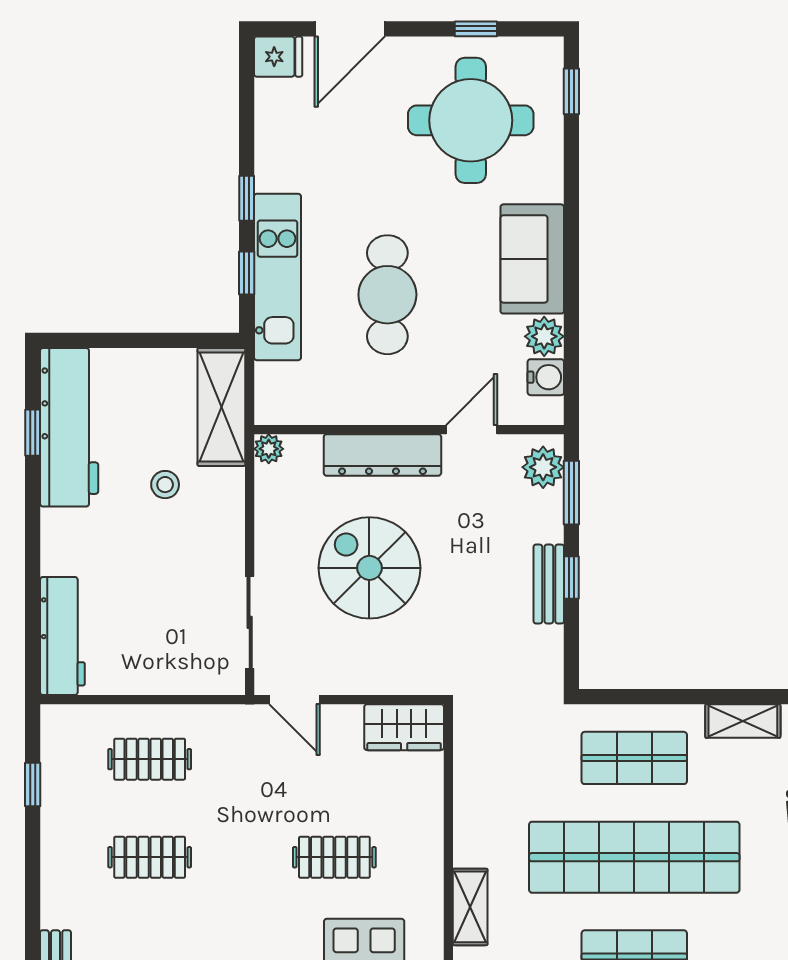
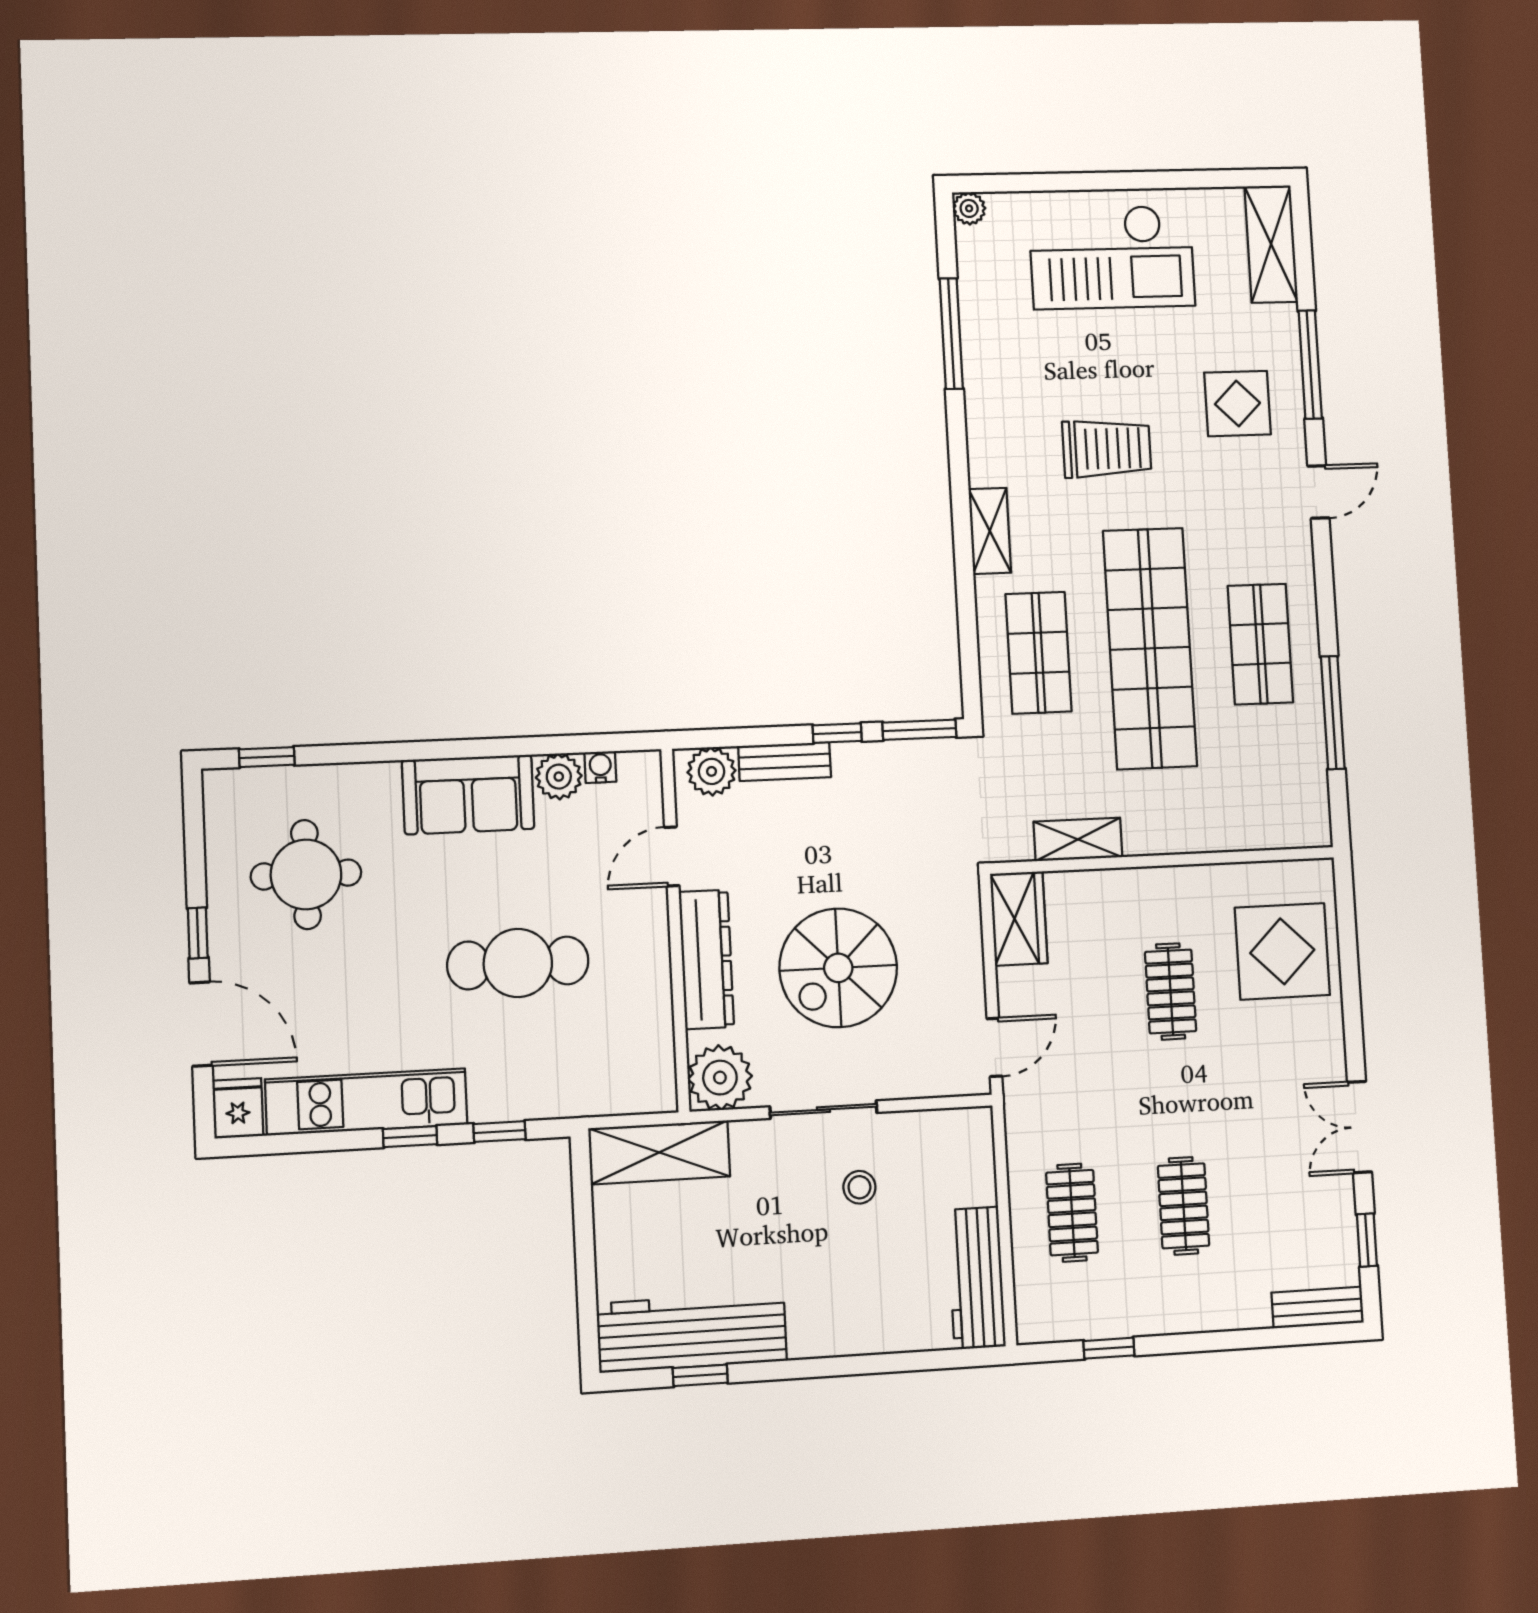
window: (476, 29) -> (198, 933), moved
round table: (471, 120) -> (306, 875), width x0.73, depth x0.73
kitchen unit: (277, 277) -> (366, 1102), moved
water cooler: (546, 377) -> (600, 767), width x0.72, depth x0.72
door: (472, 430) -> (672, 856), hinge flipped
plant: (269, 449) -> (720, 1078), width x1.88, depth x1.88
stool: (165, 485) -> (859, 1187), moved
window: (571, 493) -> (919, 730), moved
bench: (549, 584) -> (785, 762), moved
sliding door: (250, 622) -> (823, 1110), moved
workbench: (62, 636) -> (976, 1278), moved, turned -90
shelving: (470, 907) -> (1078, 839), moved

